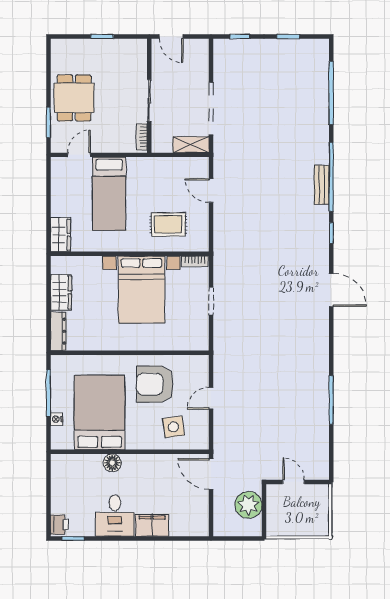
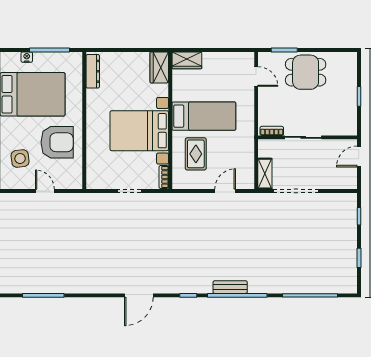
bed: (109, 194) -> (204, 116), moved, turned 180
wardrobe: (61, 292) -> (159, 67), moved, turned 90
dresser: (58, 331) -> (93, 71), moved, turned -90
armchair: (155, 384) -> (57, 142), turned 90

